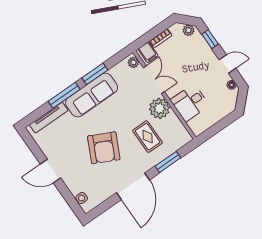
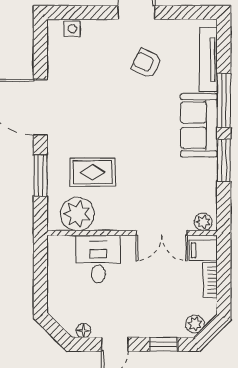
sofa: (92, 95) -> (199, 125), width x0.73
plant: (159, 108) -> (77, 214), moved
armchair: (104, 148) -> (146, 63), moved, width x0.53, depth x0.53

